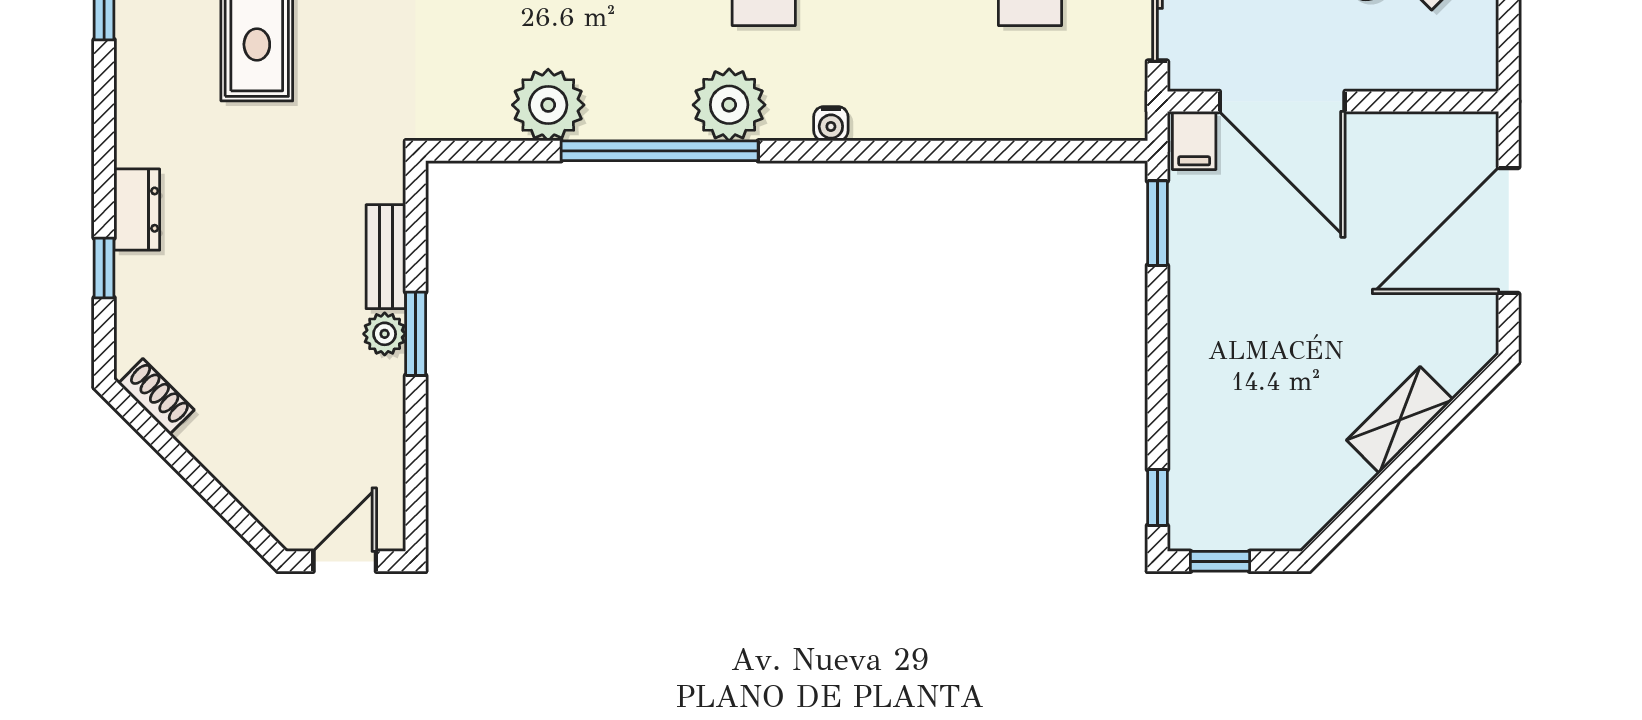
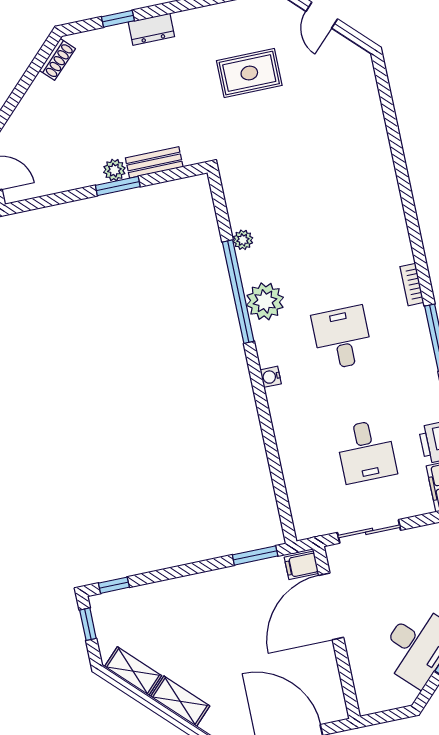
plant: (548, 105) -> (243, 240), width x0.53, depth x0.53
plant: (729, 105) -> (265, 301), moved
shelving: (1325, 496) -> (133, 671), added

